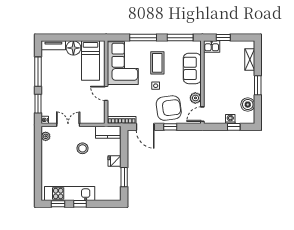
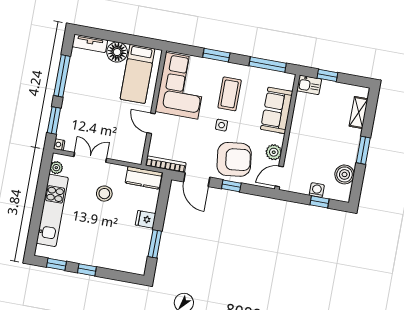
window: (143, 38) -> (216, 55), width x0.69
kitchen unit: (70, 194) -> (52, 210), moved, turned 90

